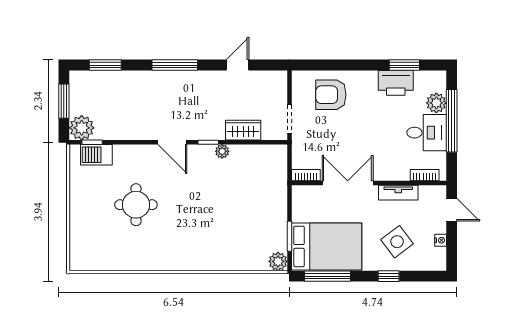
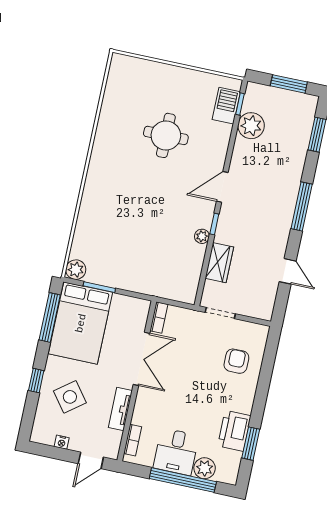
armchair: (331, 95) -> (236, 361), width x0.72, depth x0.72
plant: (82, 128) -> (251, 126), moved

